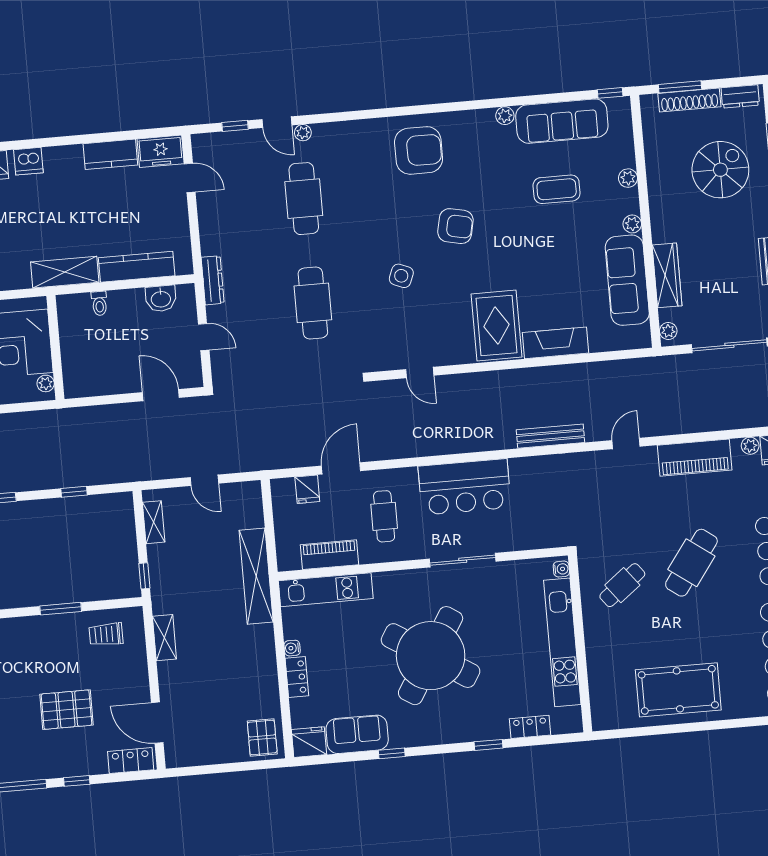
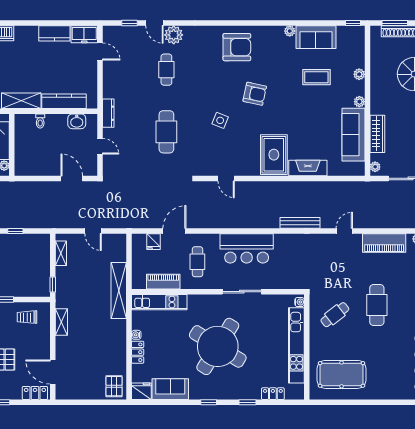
sofa: (562, 121) -> (316, 37), width x0.73
plant: (303, 133) -> (174, 35), width x1.88, depth x1.88
cafe table: (304, 199) -> (166, 70), width x0.73, depth x0.74
cafe table: (691, 563) -> (377, 305), turned -36
pool table: (678, 690) -> (342, 374), moved
window: (392, 753) -> (209, 402), moved

